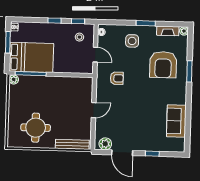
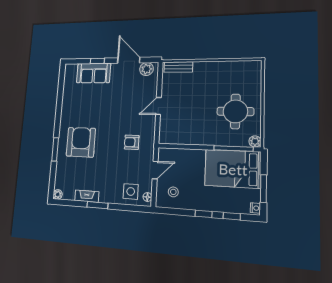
window: (78, 21) -> (232, 216), moved
fireplace: (168, 31) -> (87, 196), moved
side table: (132, 41) -> (131, 191), moved
door: (95, 55) -> (155, 170), swing flipped
armchair: (163, 65) -> (81, 142), moved
sofa: (176, 121) -> (94, 73), moved, turned 90
round table: (36, 128) -> (235, 111), moved
bench: (72, 144) -> (178, 67), width x0.73

